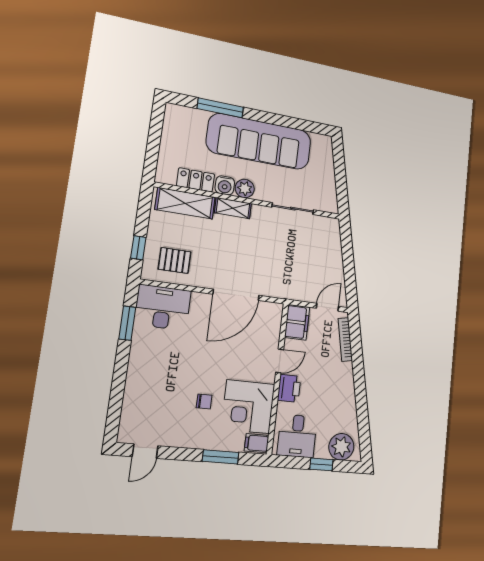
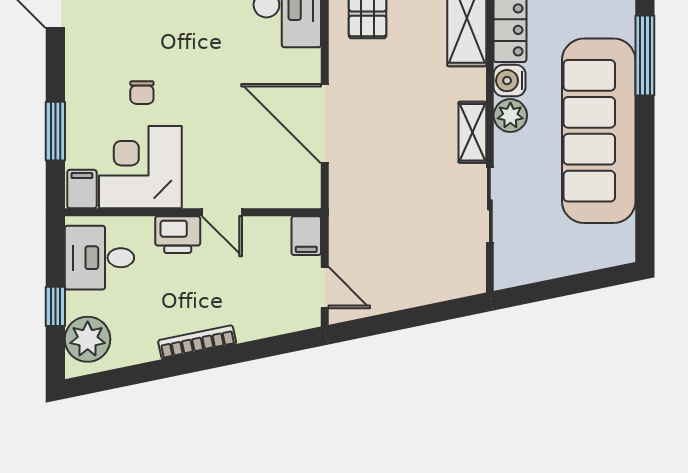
shelving: (233, 208) -> (472, 132), moved
filing cabinet: (297, 322) -> (306, 236), width x0.50
bookcase: (345, 339) -> (197, 342), moved

